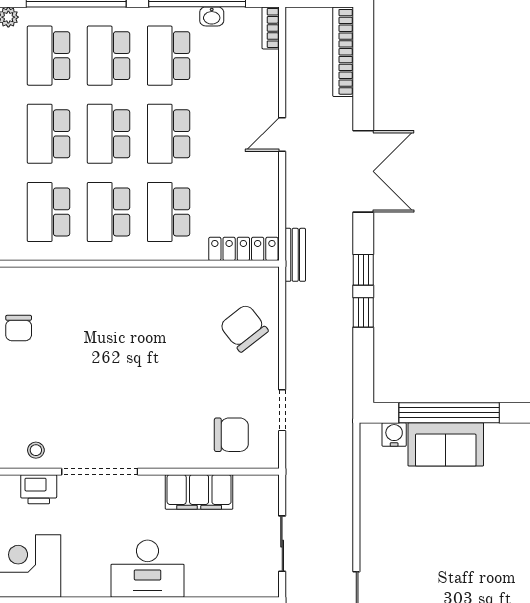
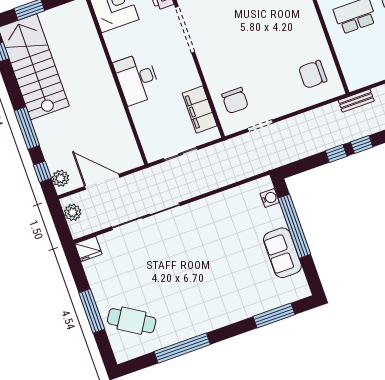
locker: (243, 249) -> (349, 68), removed
chair: (244, 328) -> (313, 74), moved, turned -142
sofa: (446, 444) -> (282, 253), moved
filing cabinet: (199, 492) -> (200, 109), moved

